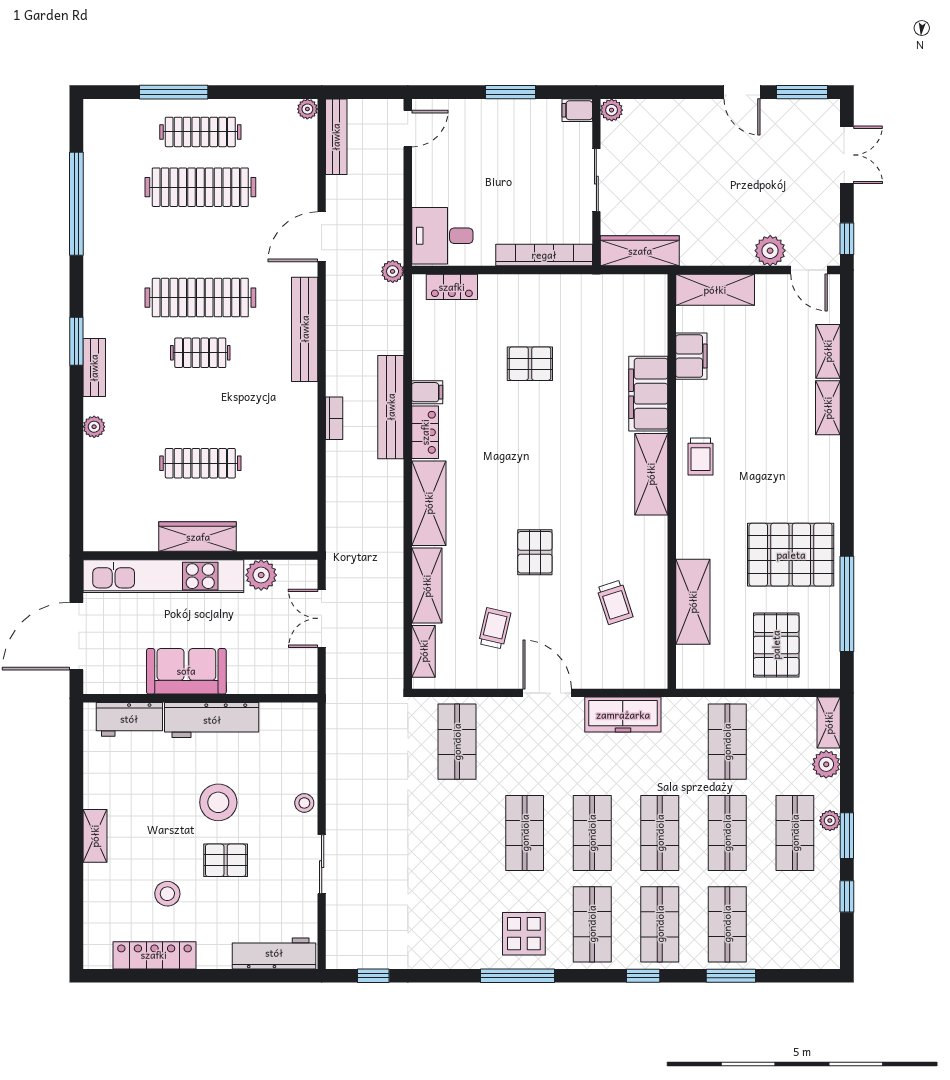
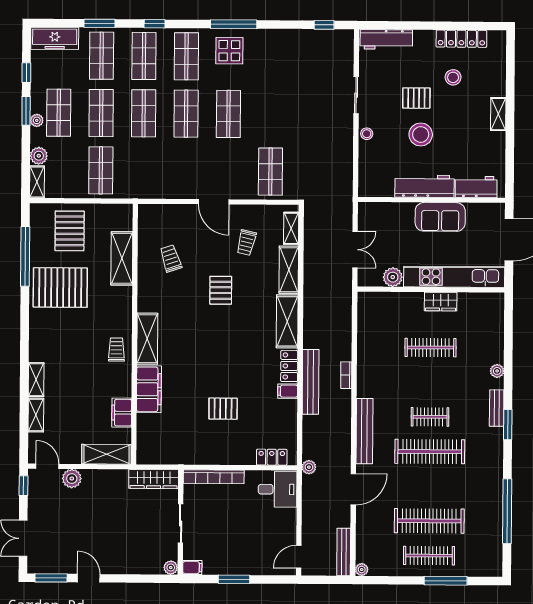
wardrobe: (198, 537) -> (441, 302), width x0.67
freezer: (623, 715) -> (55, 38), moved, turned 180

